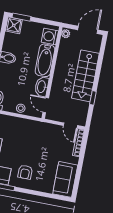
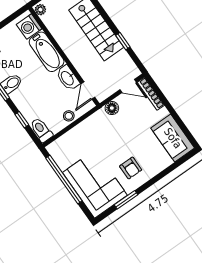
door: (46, 105) -> (88, 91), hinge flipped
floor lamp: (49, 128) -> (112, 108), added

